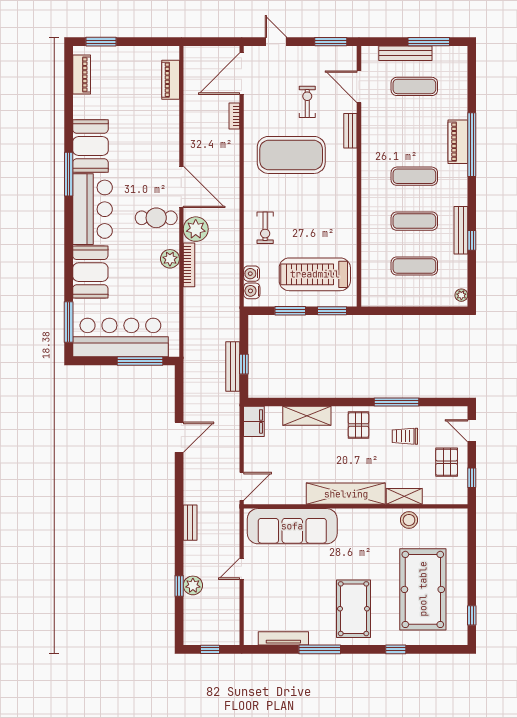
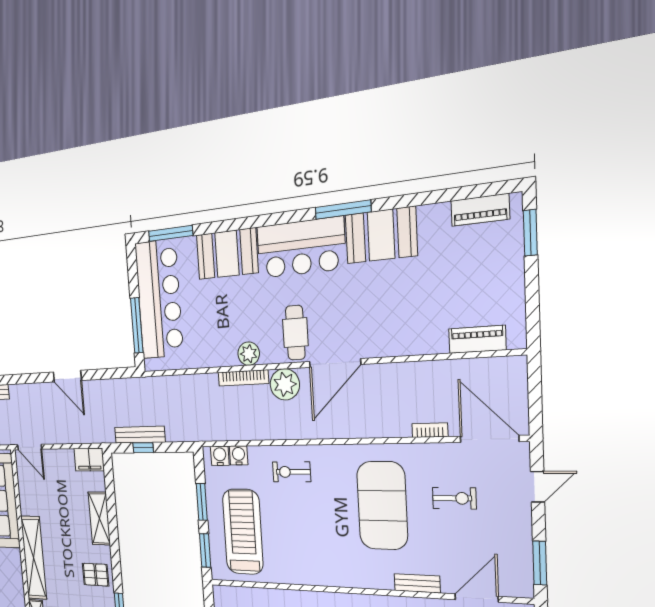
exercise bike: (307, 102) -> (454, 498), moved

